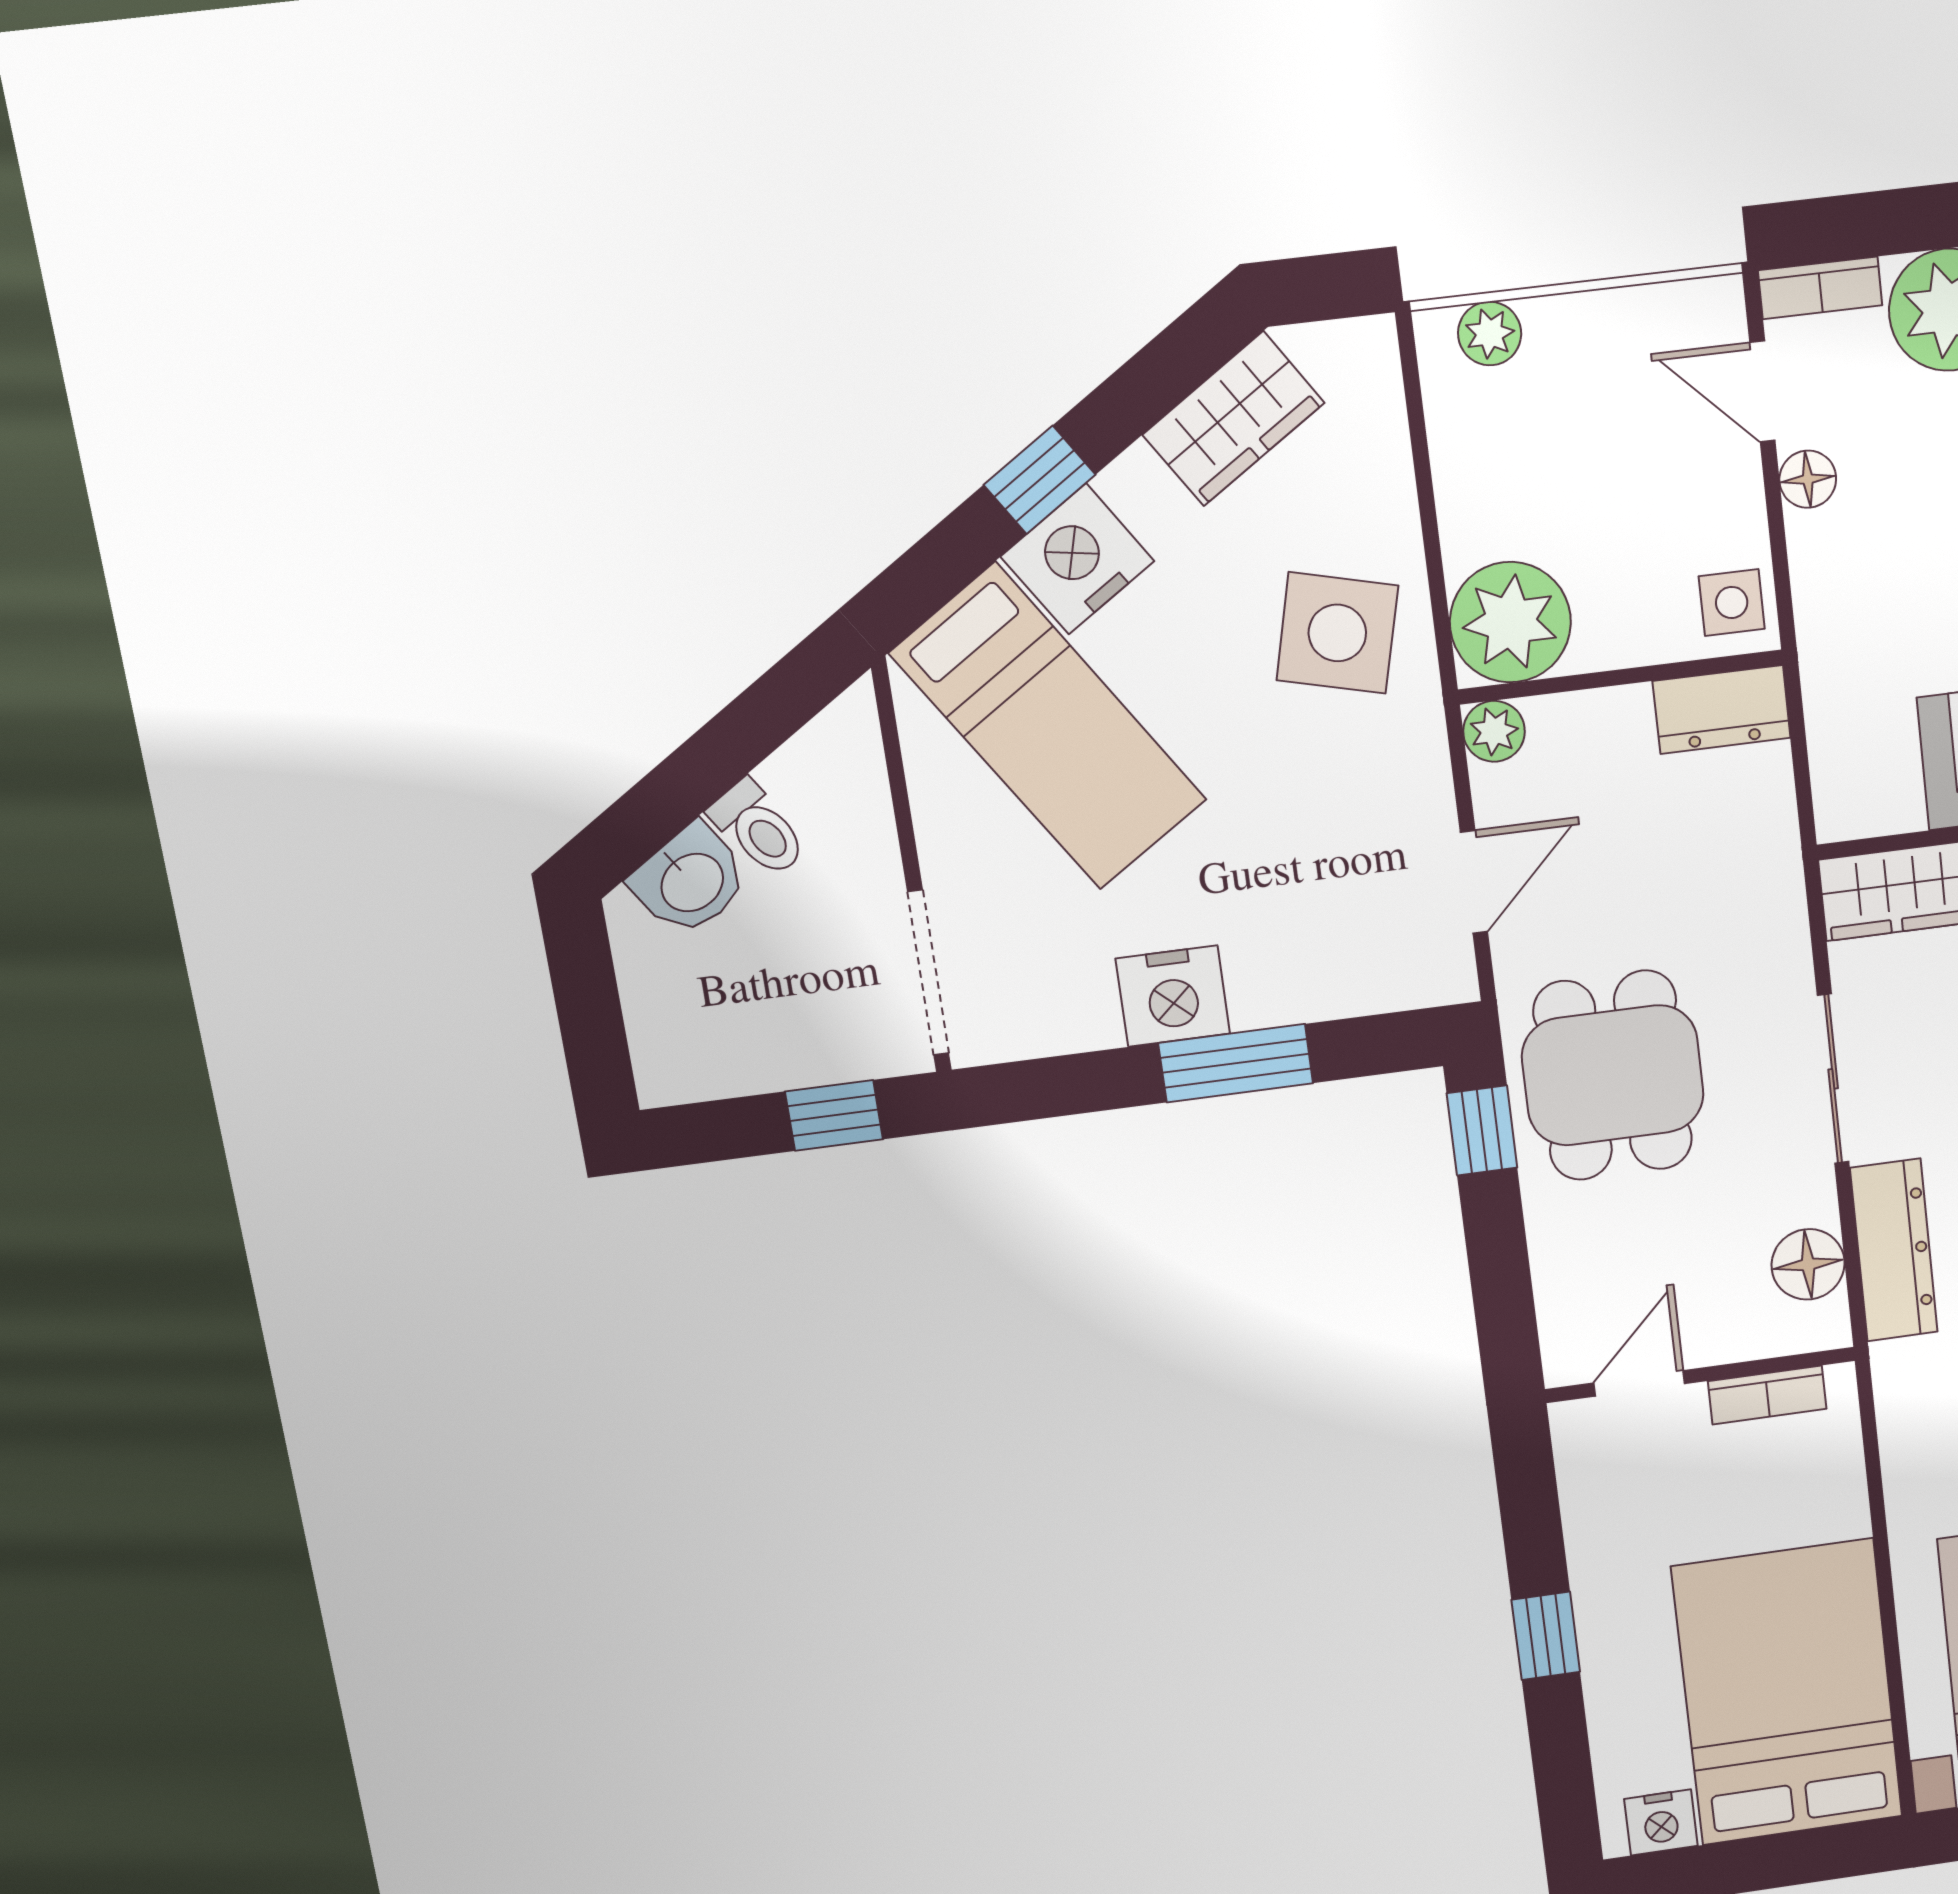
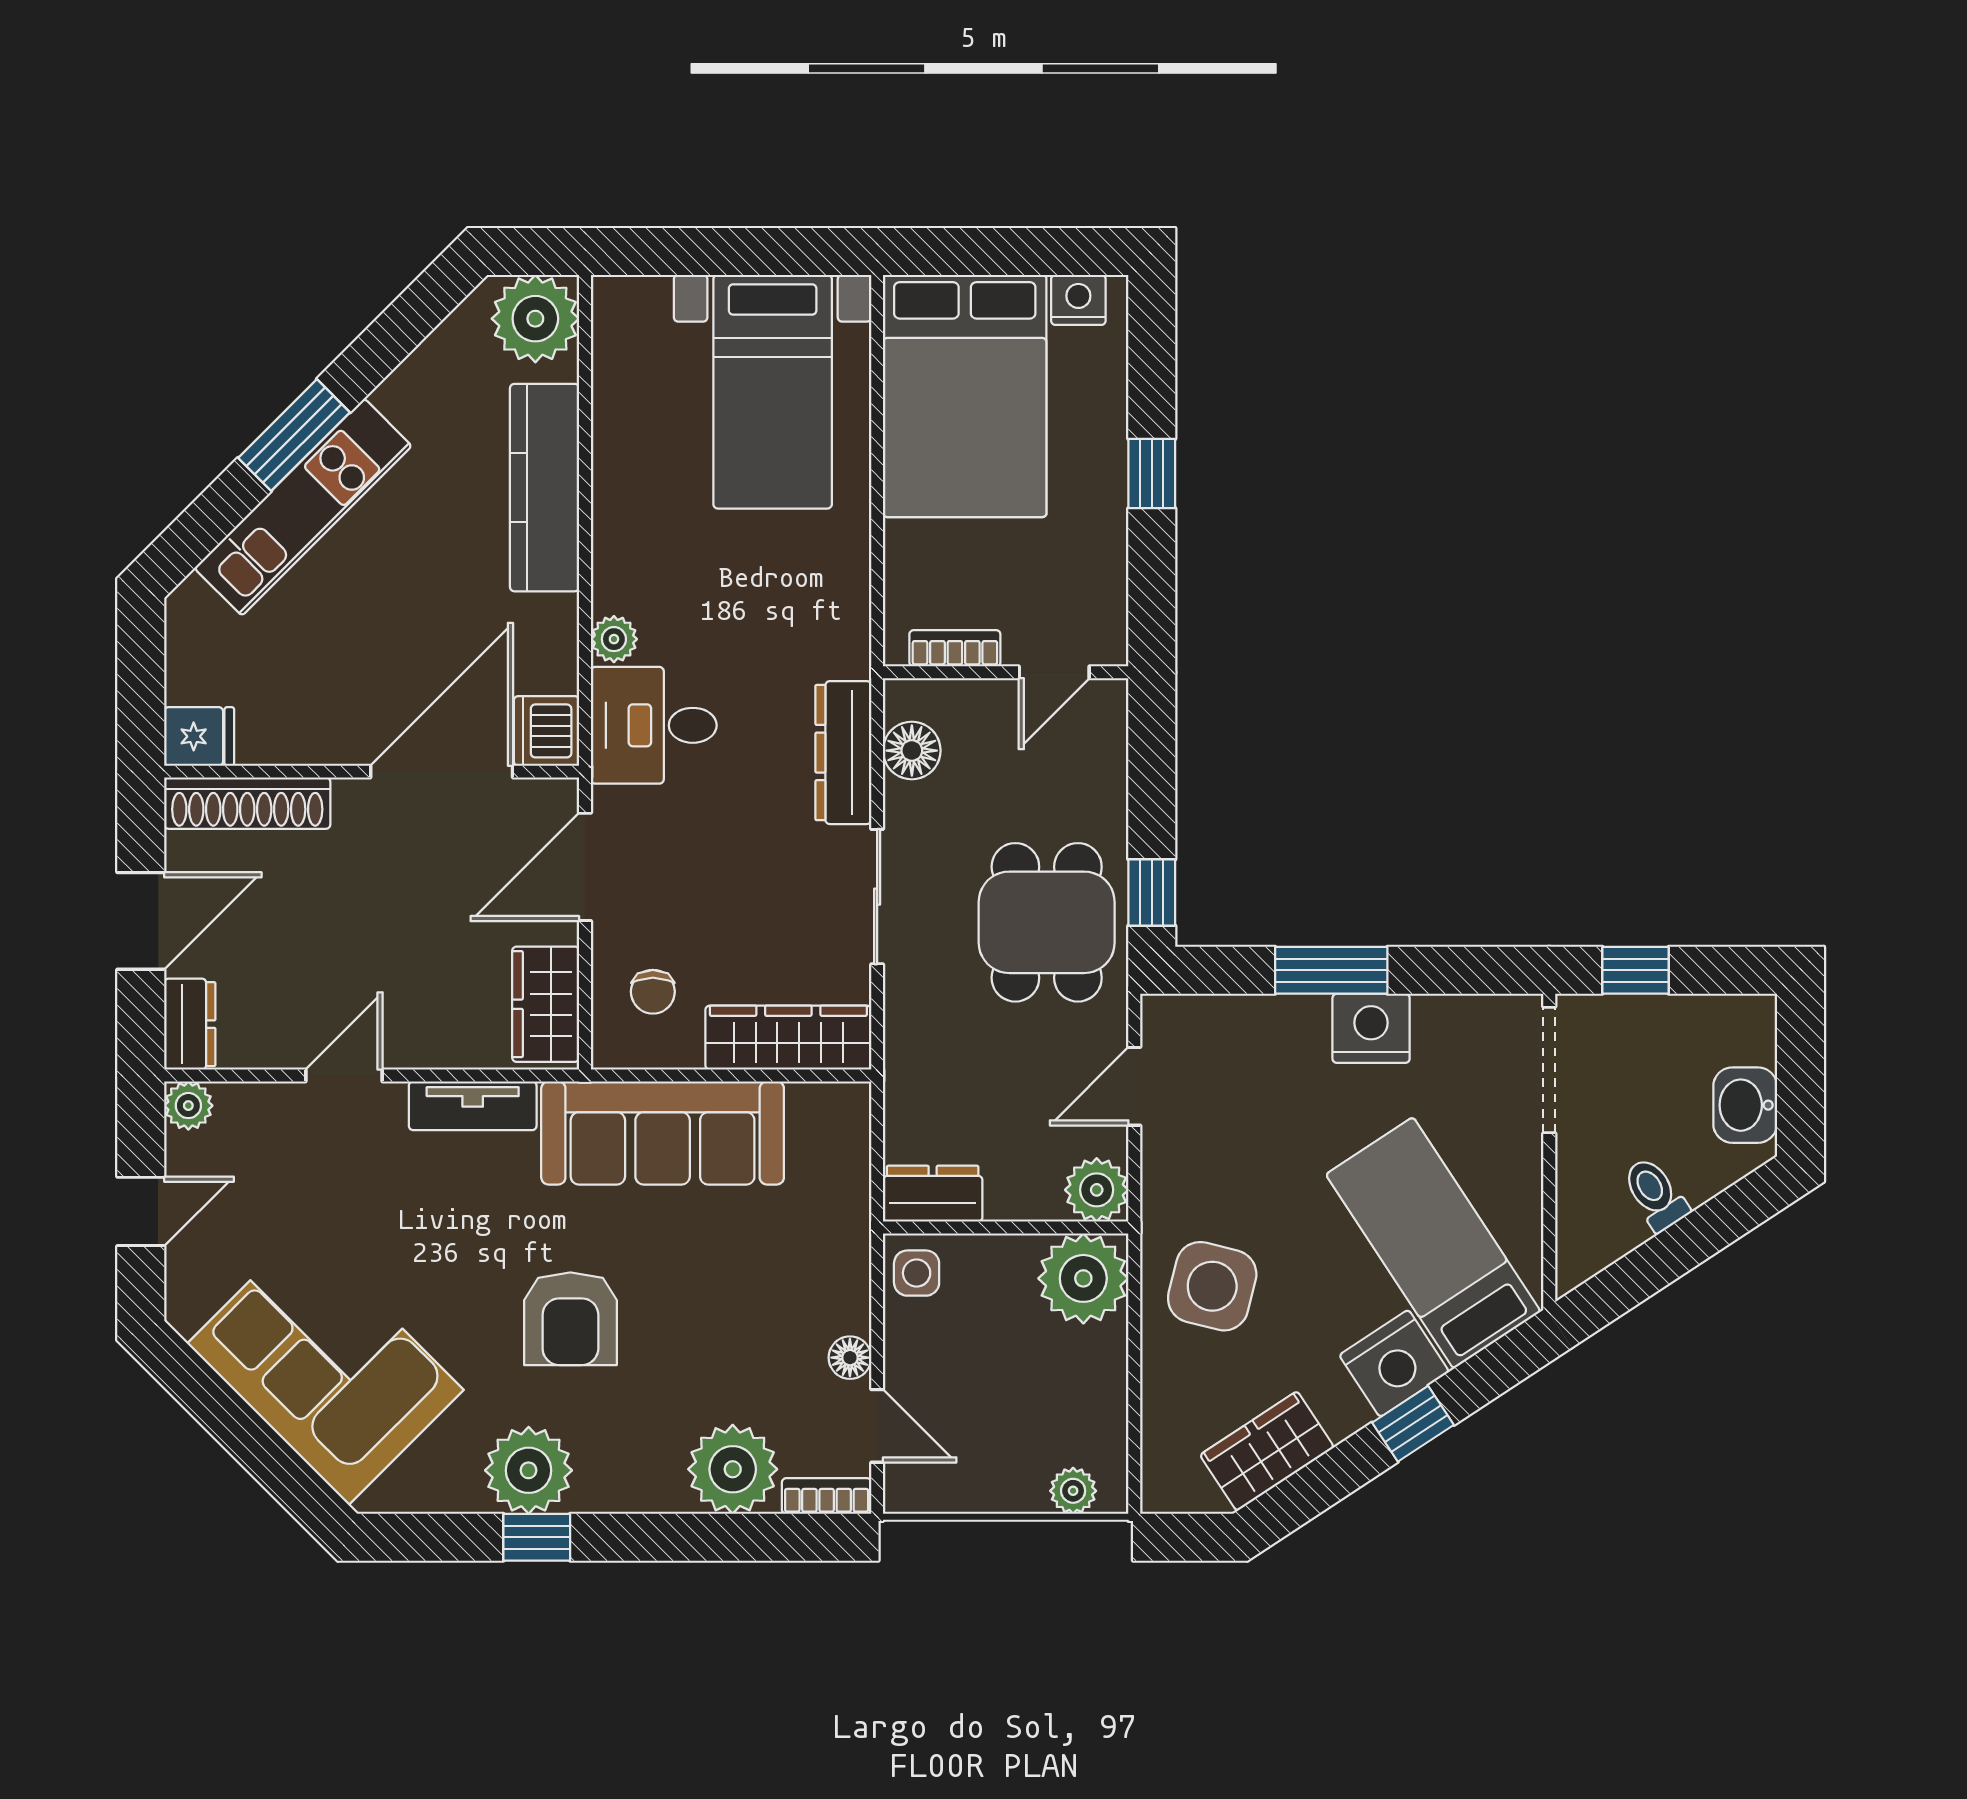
plant: (1494, 731) -> (1097, 1190), width x1.38, depth x1.38
washbasin: (690, 881) -> (1745, 1105), moved, turned -57

